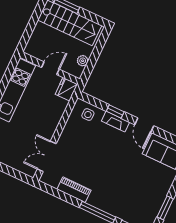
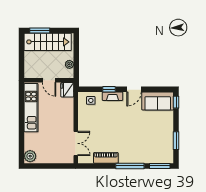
door: (50, 68) -> (49, 80), swing flipped
door: (144, 125) -> (134, 89), hinge flipped
double door: (47, 156) -> (76, 143), swing flipped

